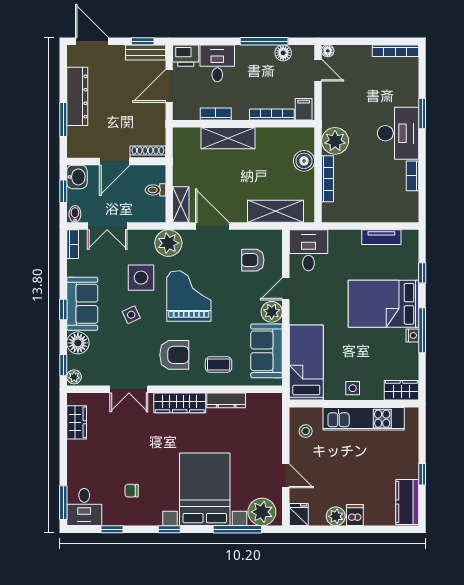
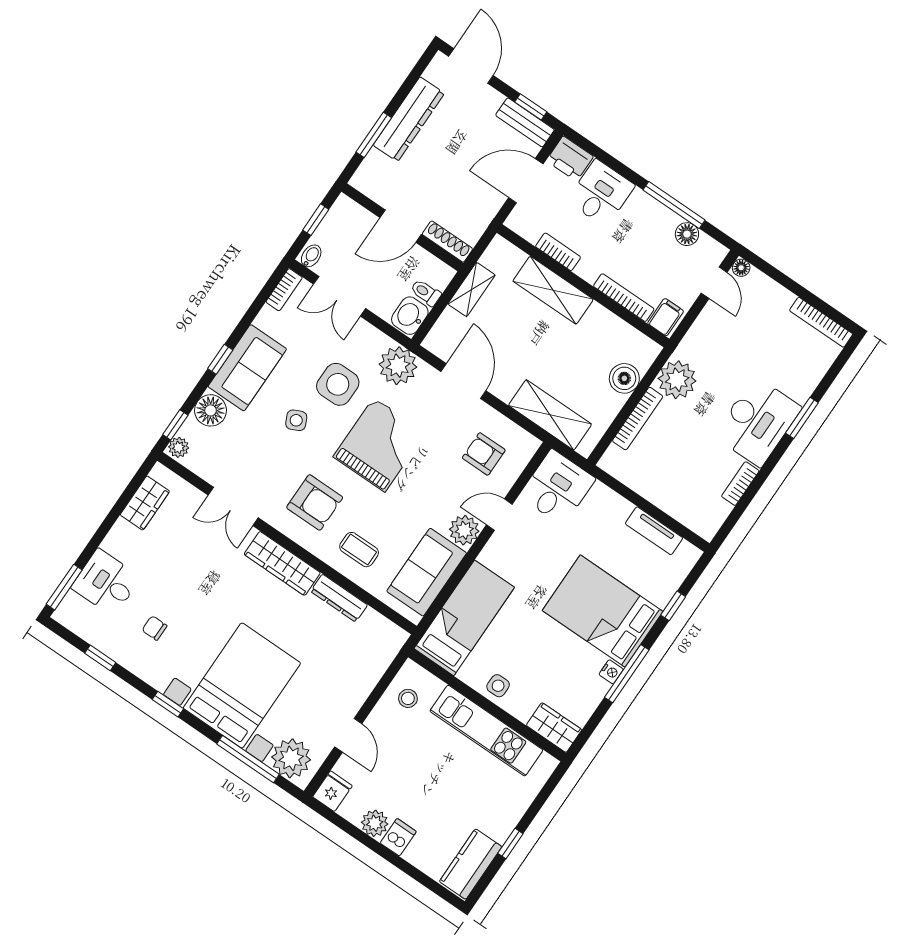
washbasin: (77, 177) -> (410, 316), moved, turned 180
shelving: (181, 205) -> (472, 289), moved
desk: (84, 507) -> (106, 582), moved, turned 90

